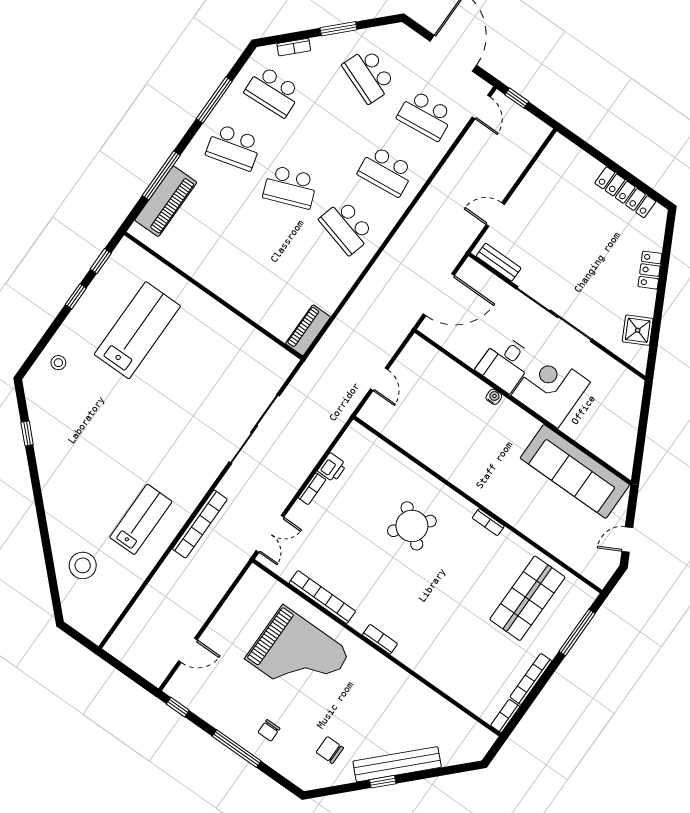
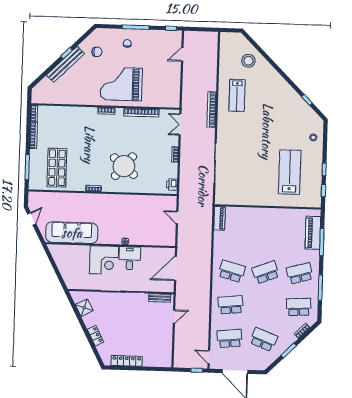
lab bench: (137, 330) -> (290, 172), turned 180
printer: (332, 468) -> (172, 185), moved
round table: (412, 526) -> (124, 166), width x1.36, depth x1.36
grand piano: (298, 656) -> (121, 84), moved

